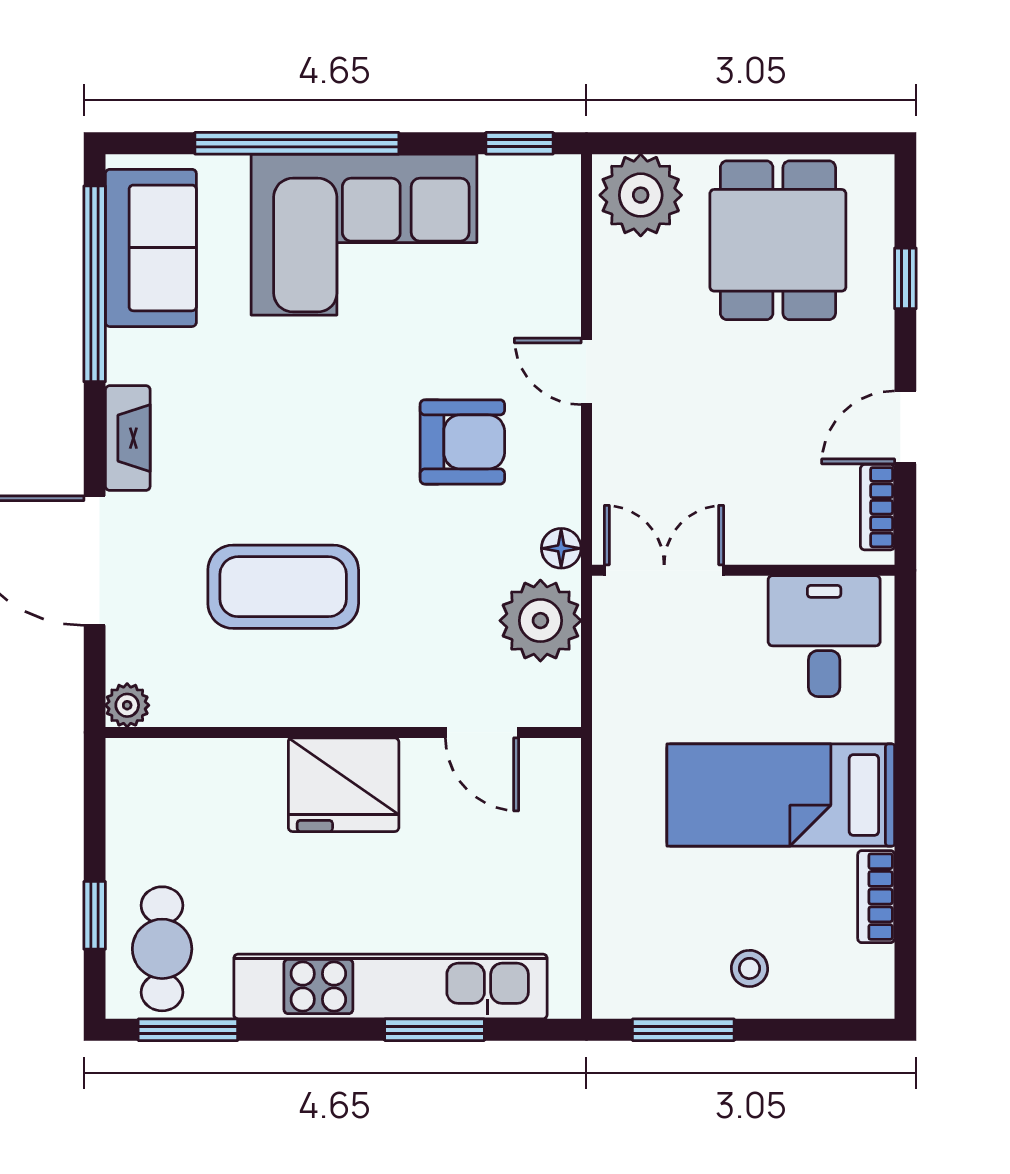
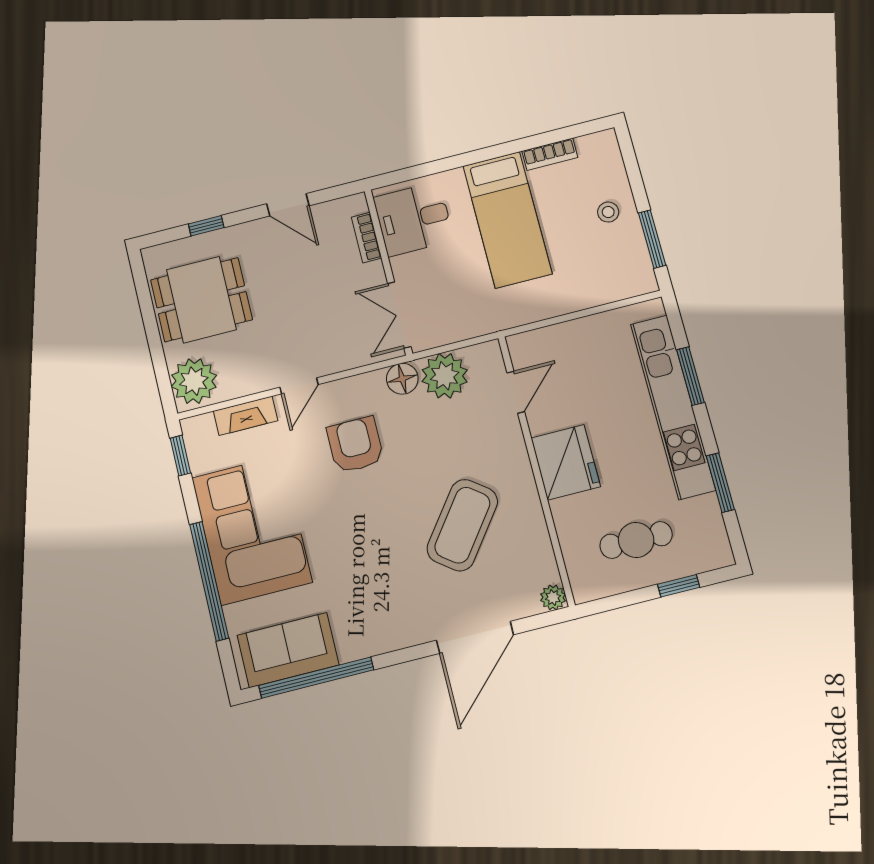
fireplace: (128, 438) -> (246, 416), moved, turned 180
bookcase: (878, 507) -> (366, 238), moved, turned 90
floor lamp: (561, 548) -> (402, 379), width x1.37, depth x1.37
coffee table: (283, 587) -> (462, 525), turned 37
cafe table: (162, 949) -> (636, 540), moved
window: (188, 1030) -> (720, 483), moved

